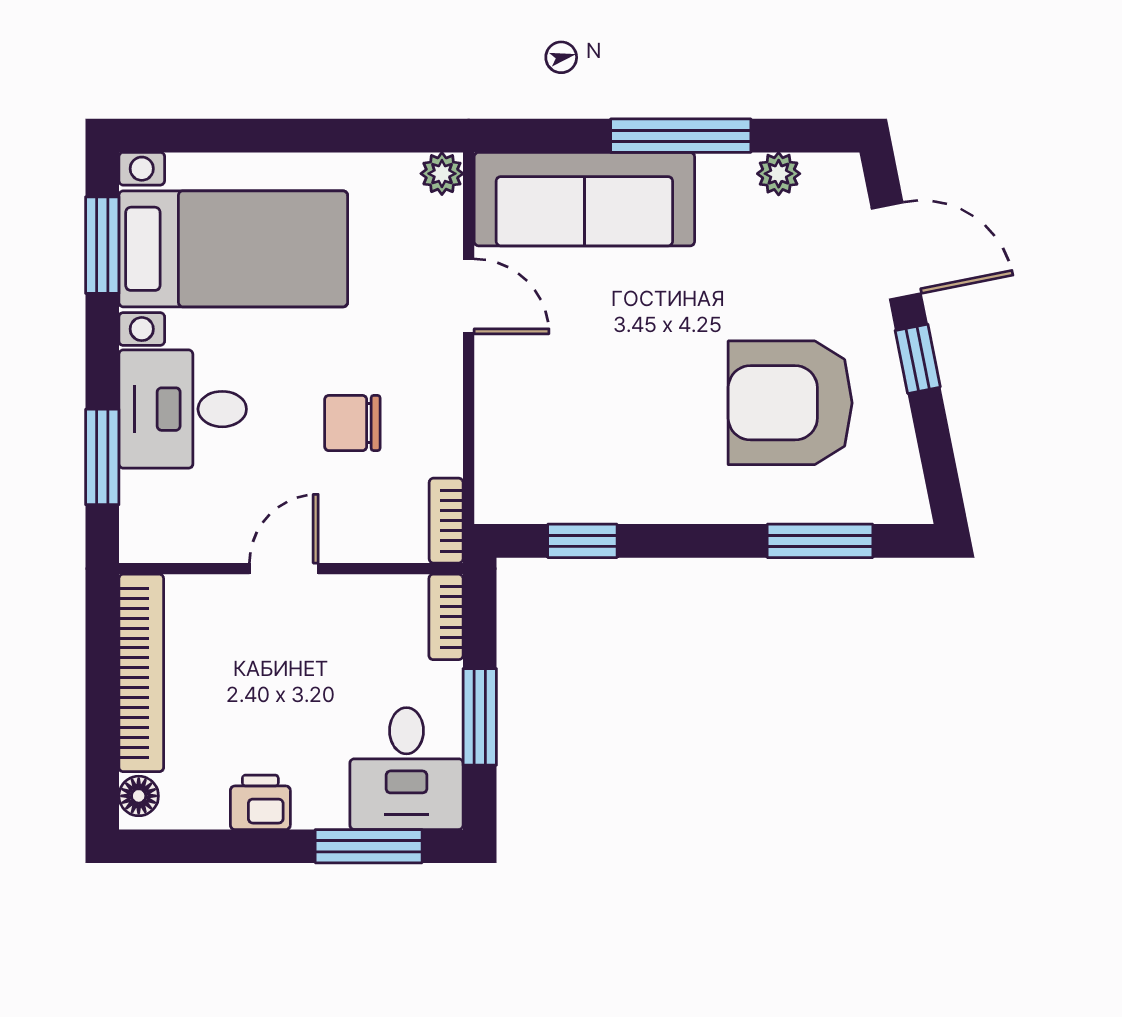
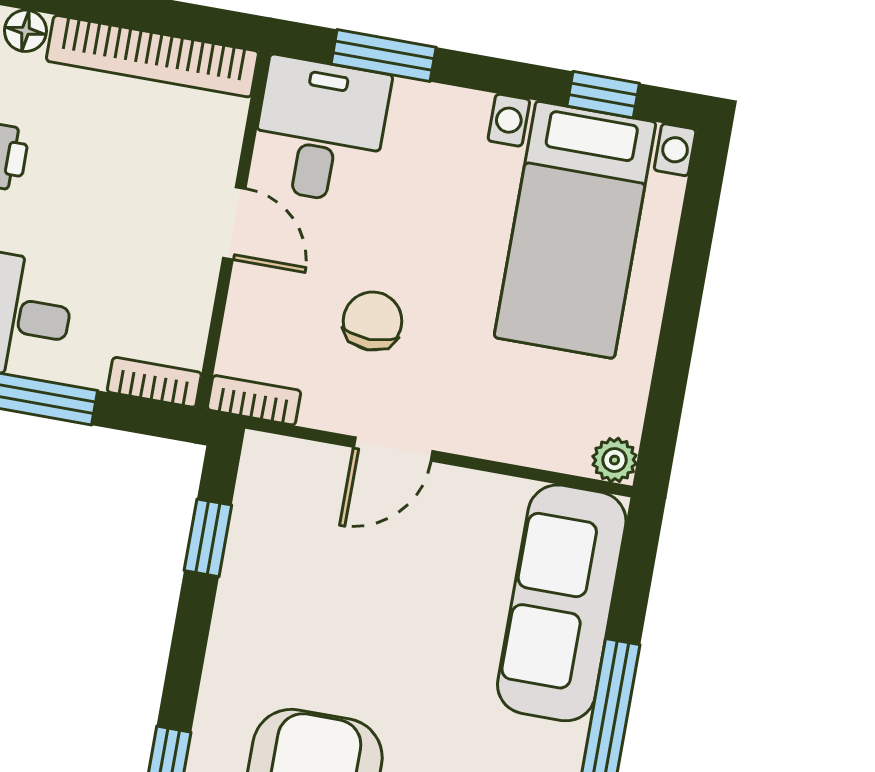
window: (102, 245) -> (603, 95), width x0.67
door: (469, 296) -> (393, 449), moved
desk: (183, 409) -> (320, 130), moved

